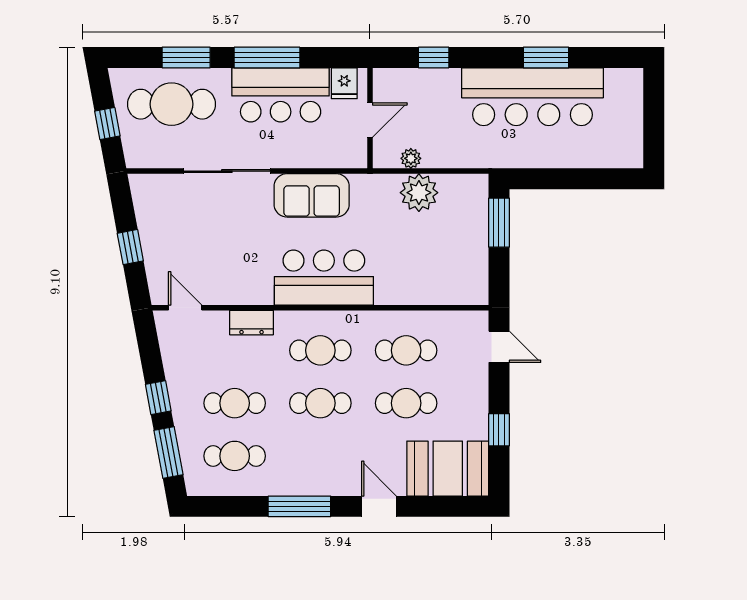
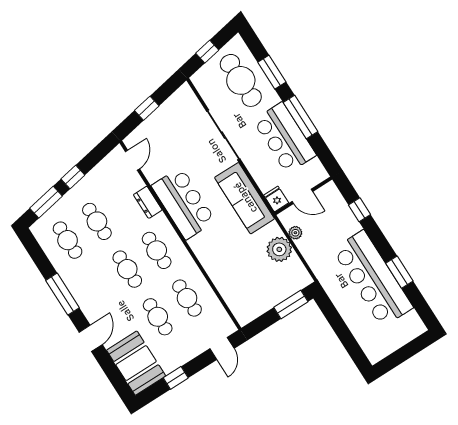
fridge: (344, 83) -> (276, 199), moved, turned 90
sofa: (312, 195) -> (245, 198), width x1.36
bar counter: (324, 278) -> (183, 203), moved

